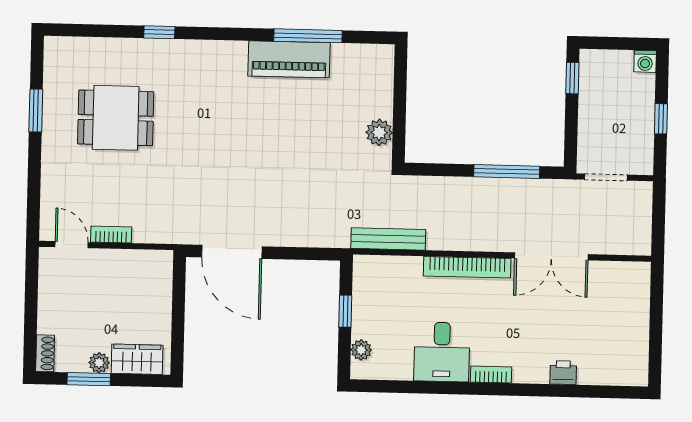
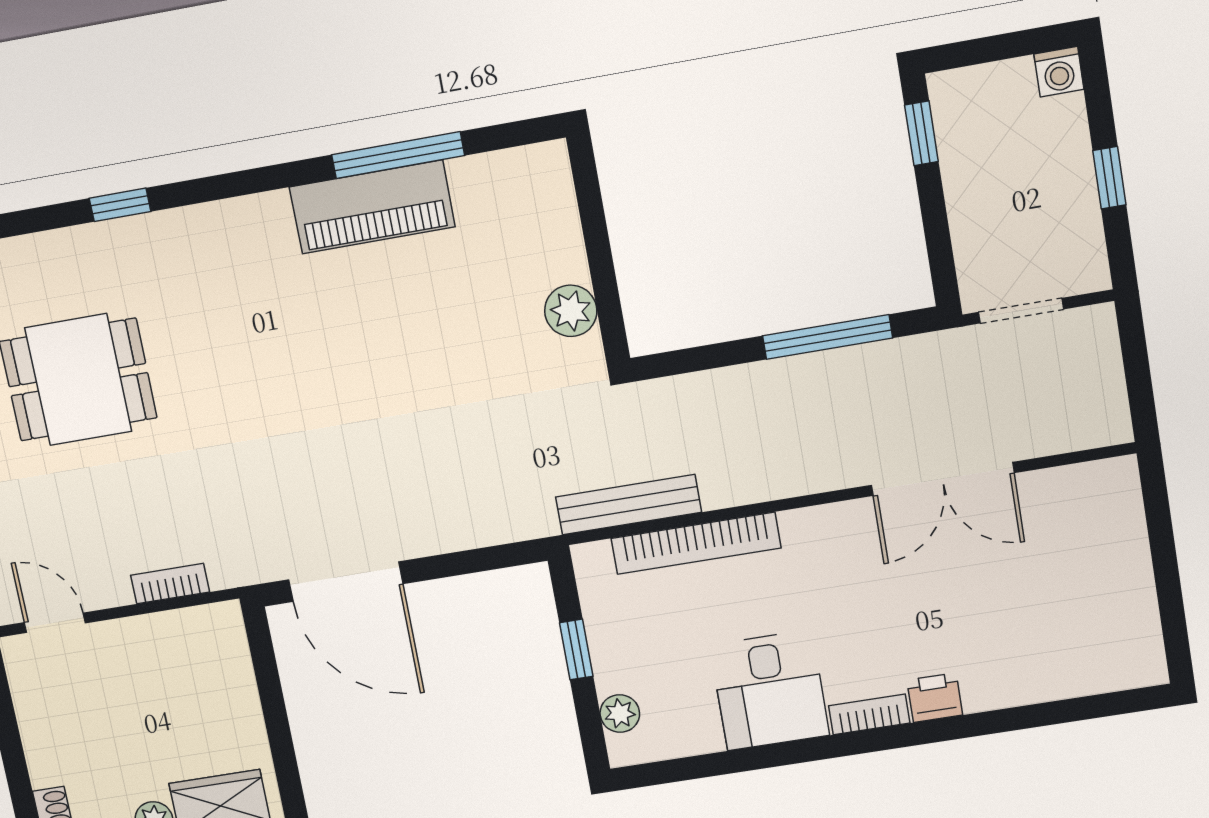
bookcase: (111, 234) -> (170, 584), moved
bookcase: (467, 267) -> (696, 543), moved
printer: (563, 373) -> (935, 698), moved

